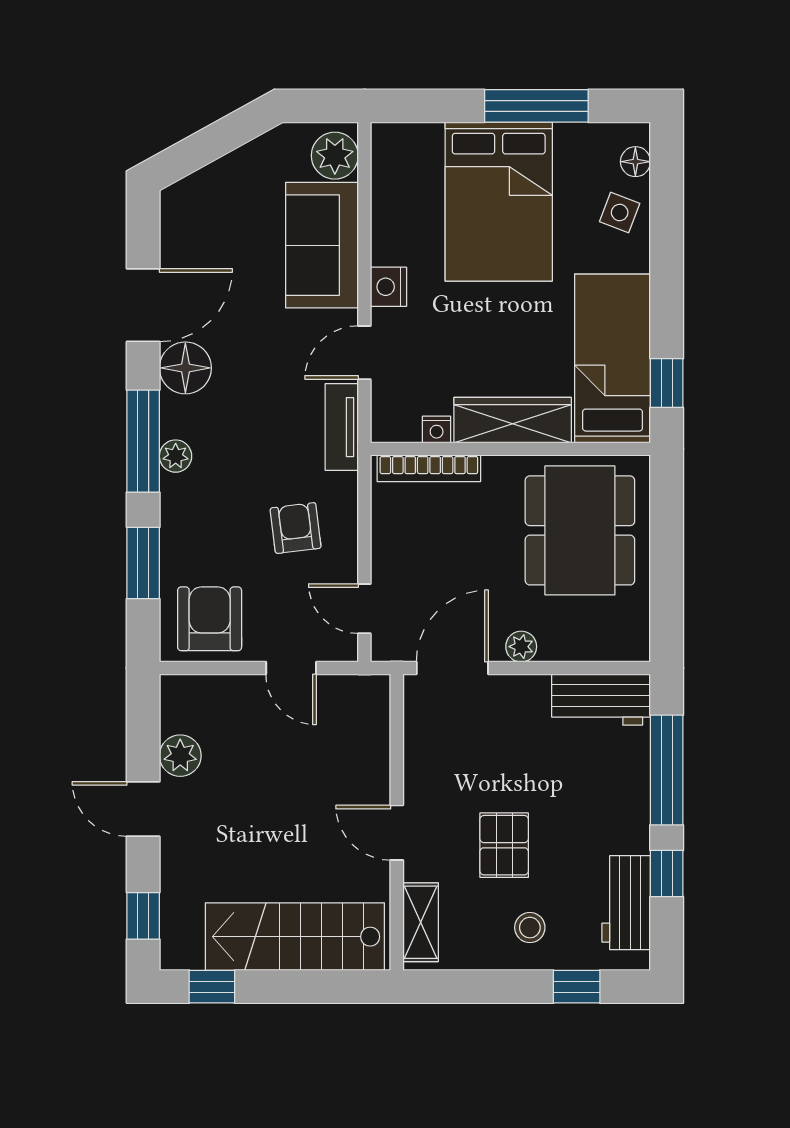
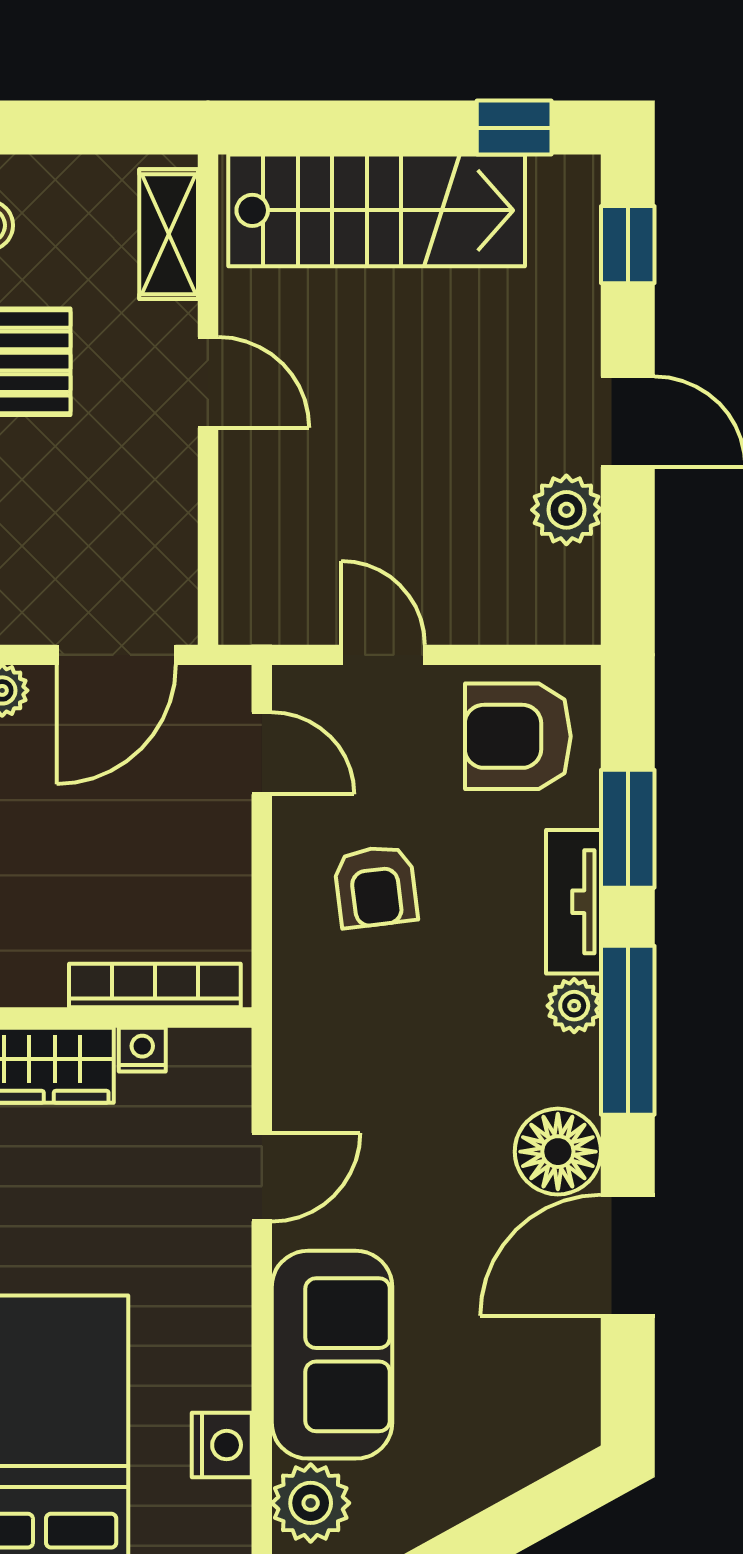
nightstand: (388, 287) -> (222, 1445), moved
tv unit: (342, 427) -> (574, 902), moved, turned 180
armchair: (210, 619) -> (518, 736), turned 90

